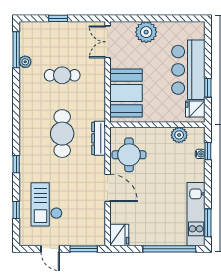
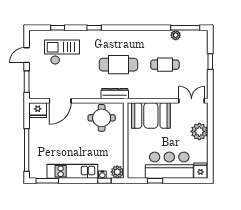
cafe table: (62, 75) -> (165, 65), turned 90
fridge: (195, 109) -> (200, 171), moved
plant: (179, 135) -> (117, 172), moved
door: (108, 188) -> (60, 101), moved
kitchen unit: (196, 214) -> (72, 171), moved

